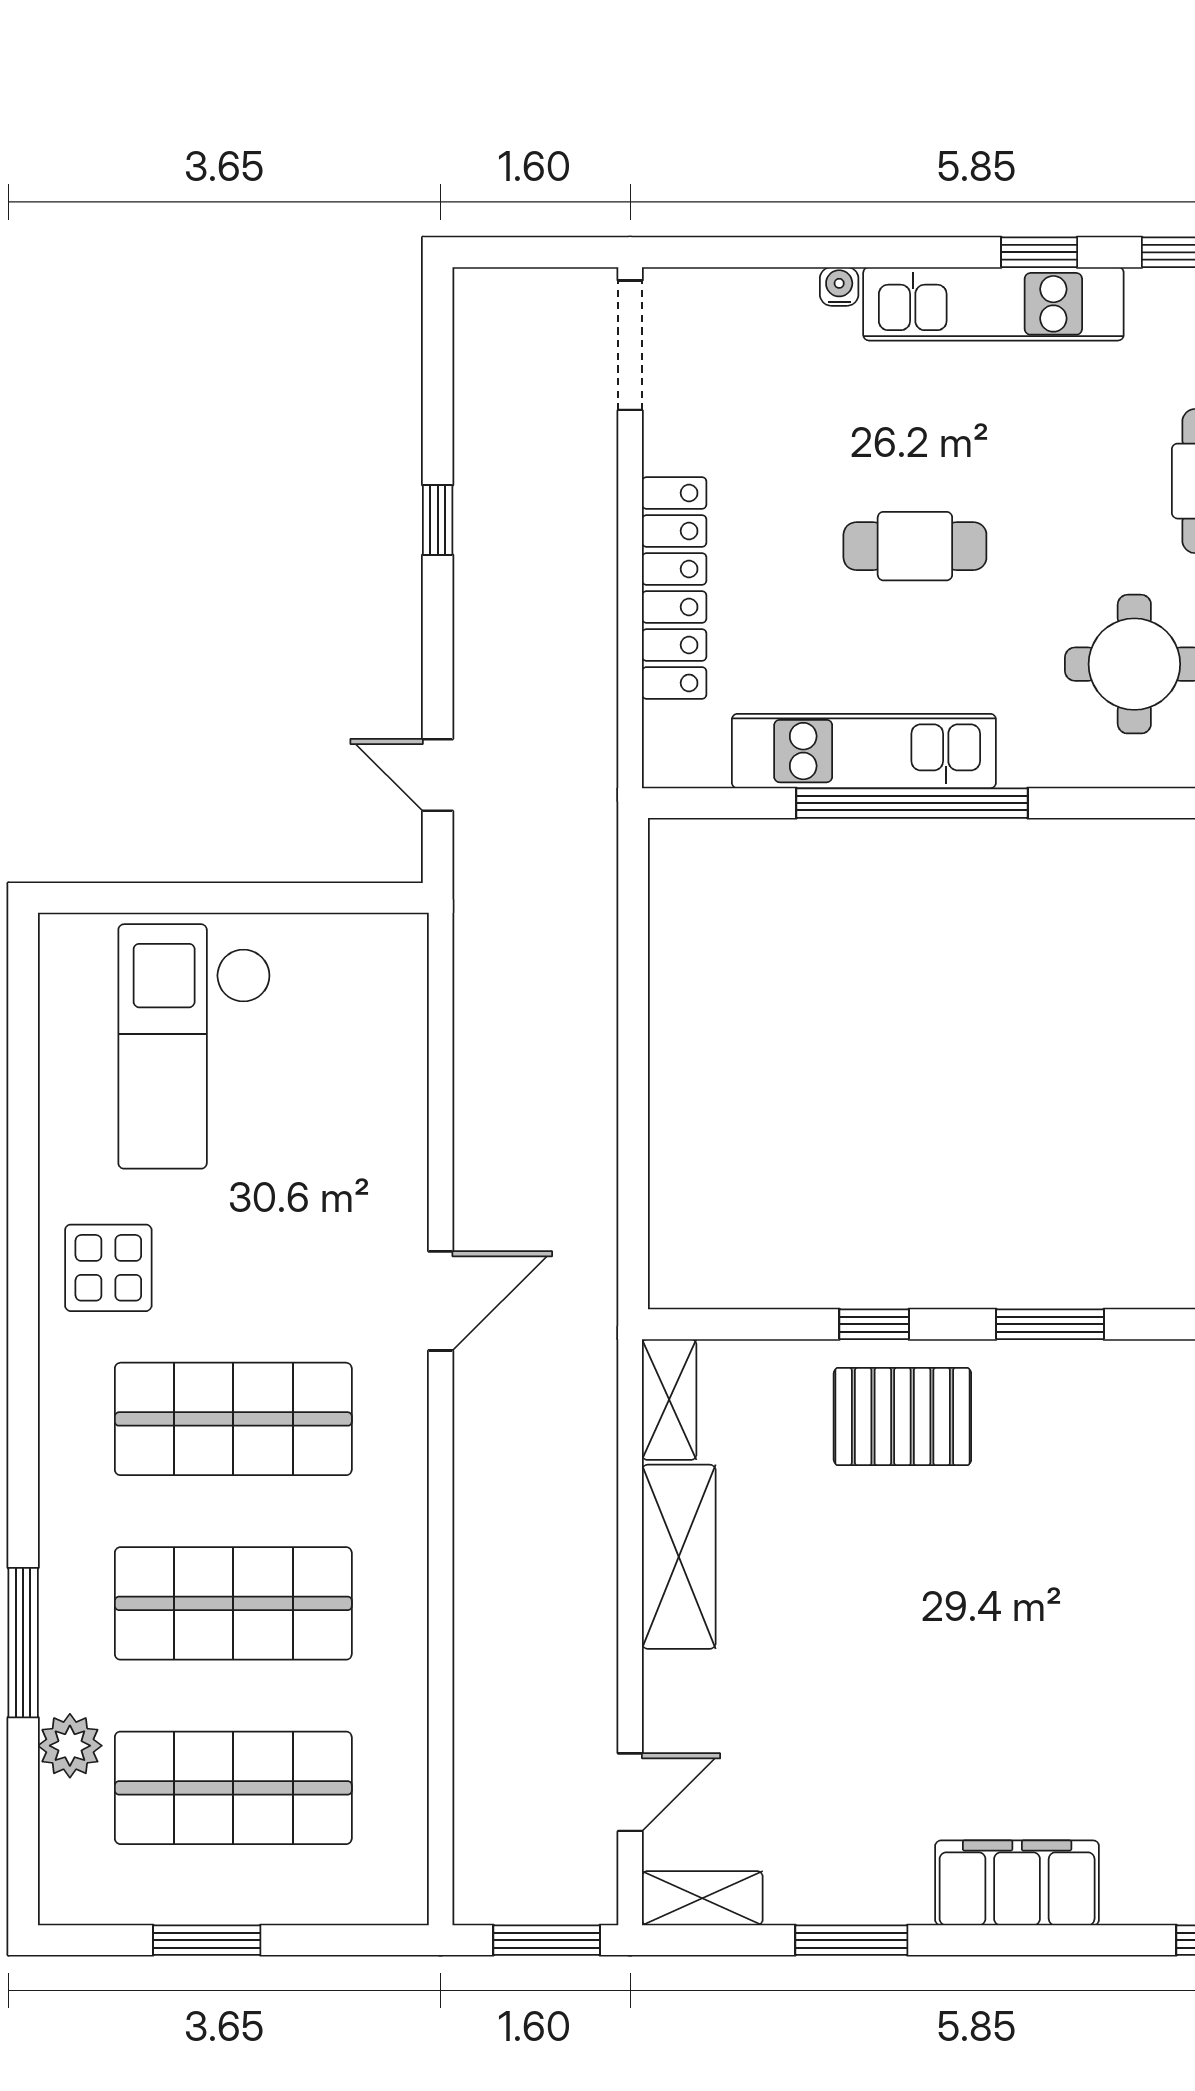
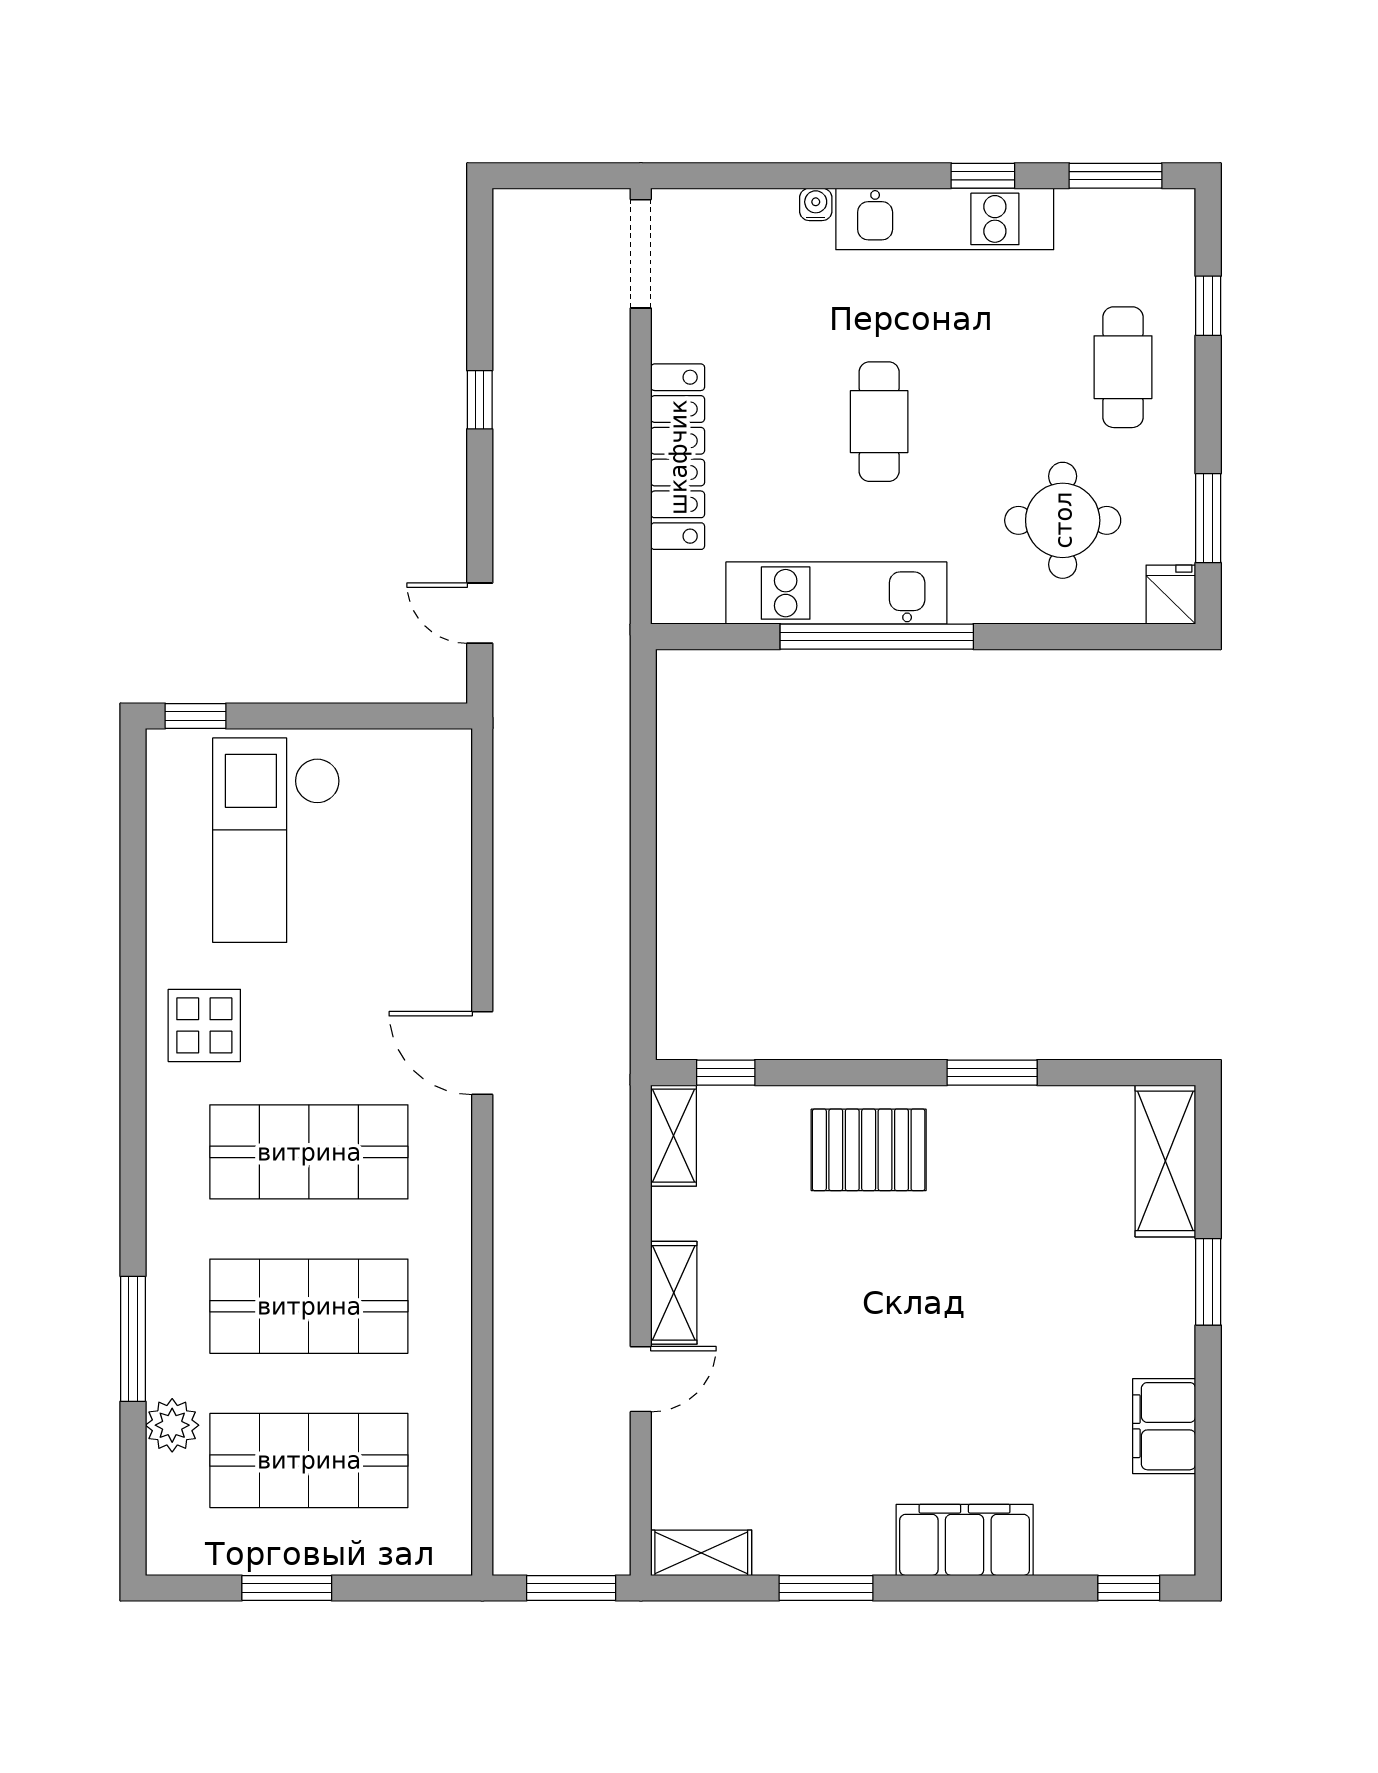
cafe table: (915, 546) -> (879, 422), turned 90
window: (98, 898) -> (195, 716), added
door: (441, 1301) -> (482, 1053), swing flipped
window: (874, 1324) -> (726, 1073), moved
shelving: (679, 1557) -> (674, 1293), width x0.67, depth x0.75
door: (630, 1792) -> (641, 1379), moved

